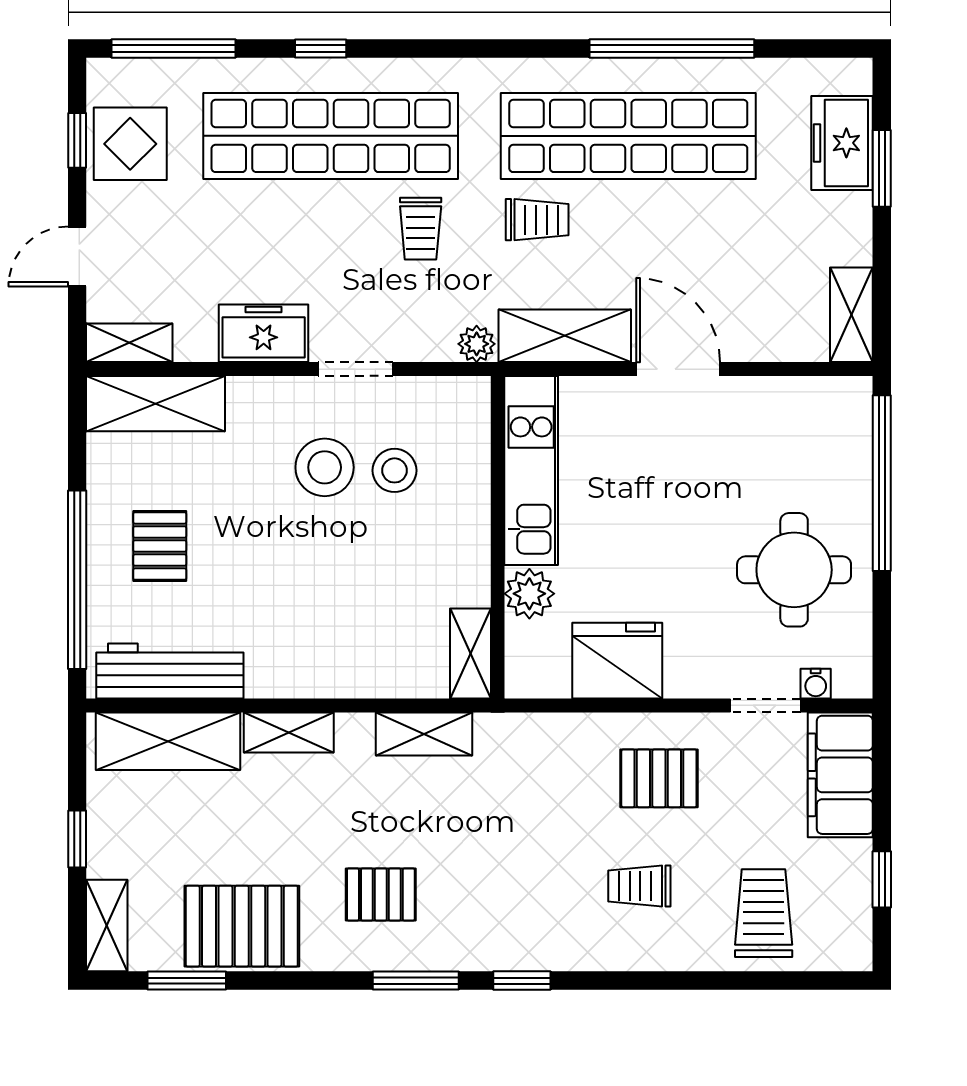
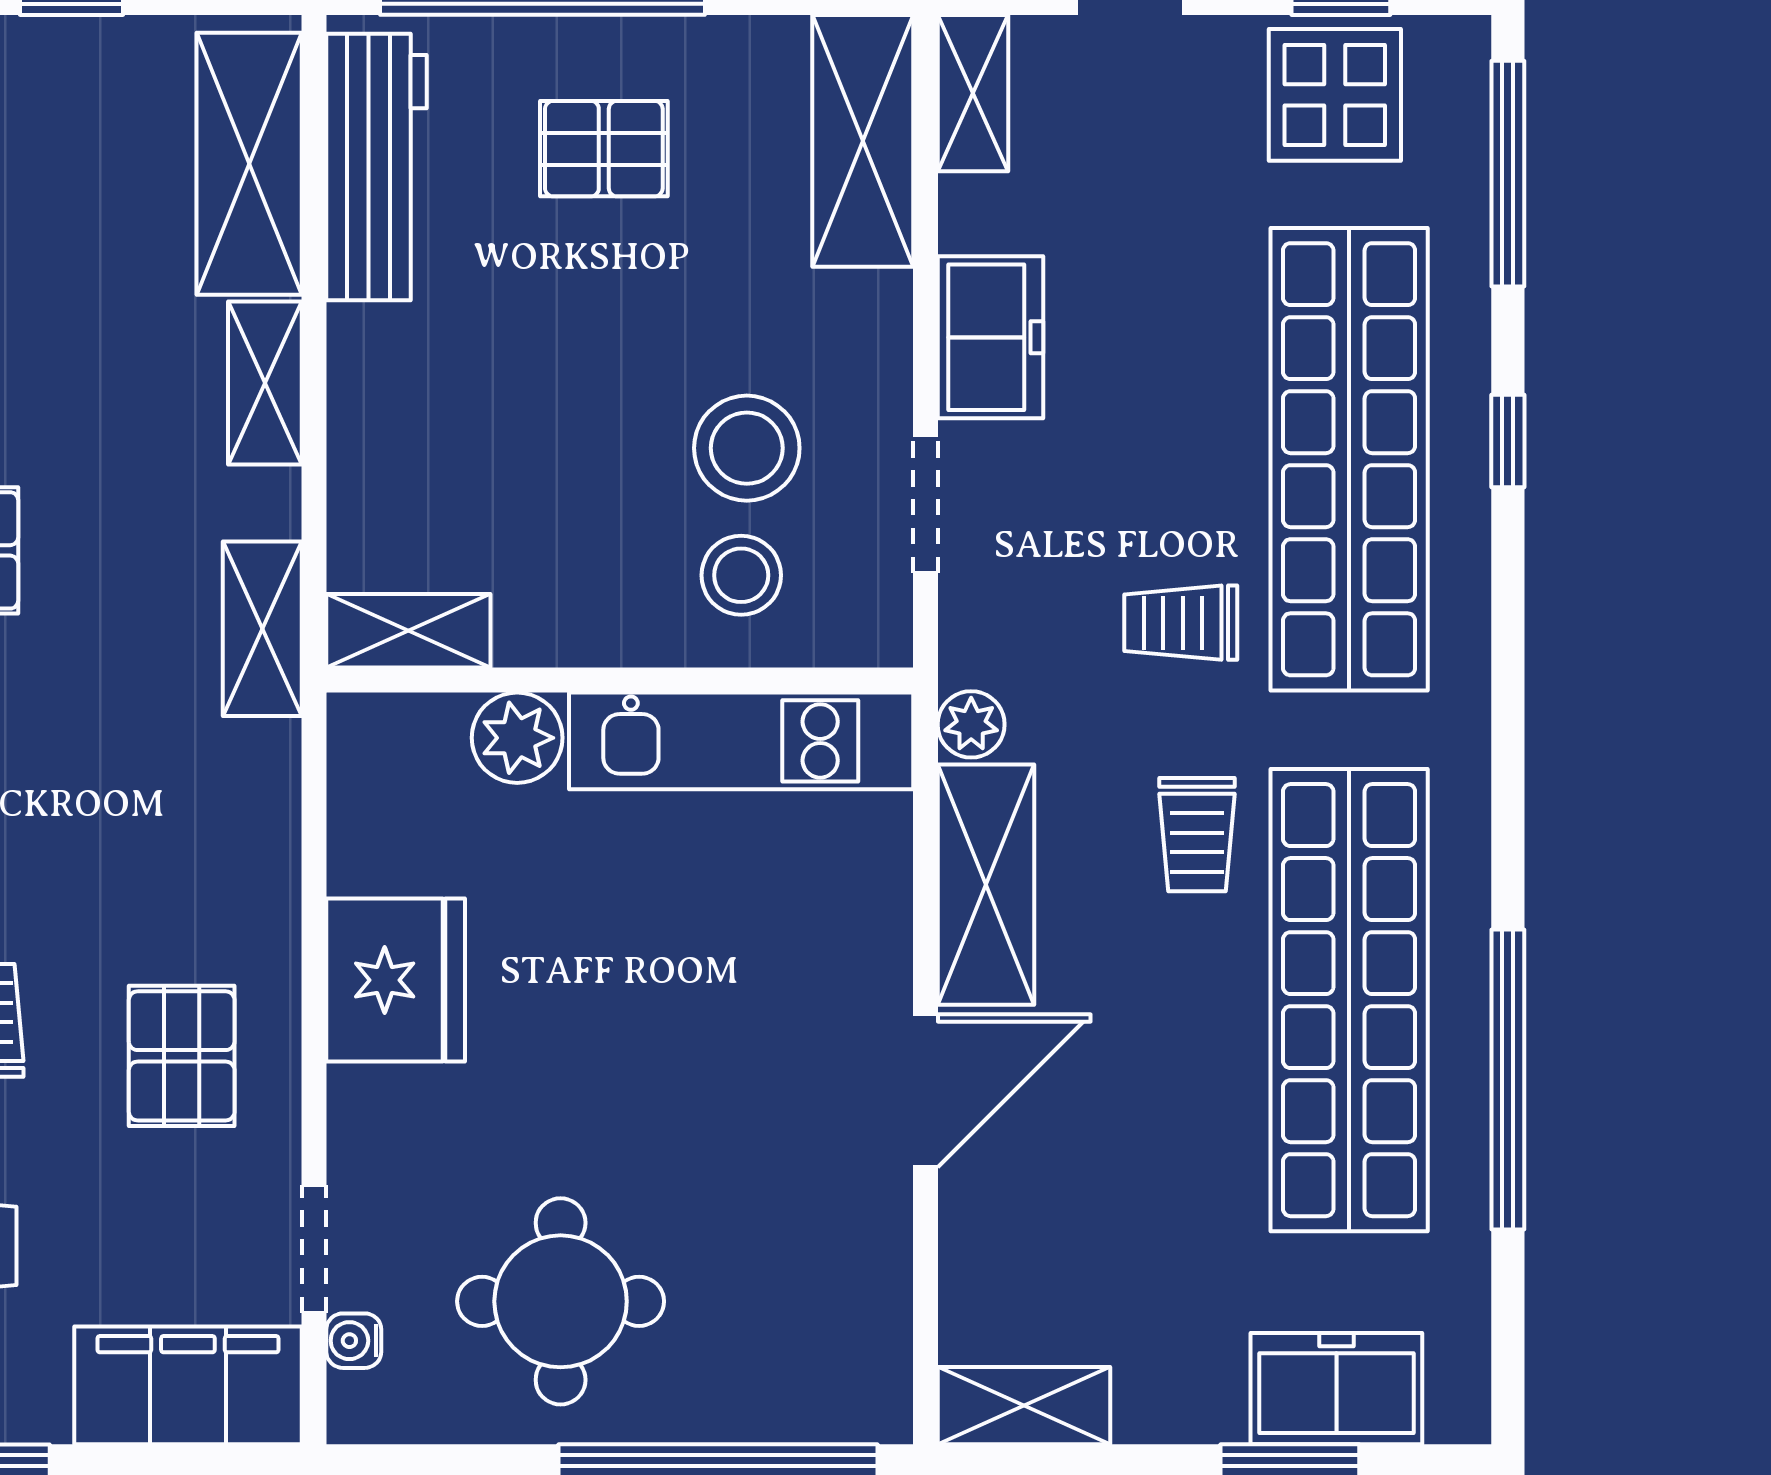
kitchen unit: (531, 471) -> (741, 741), moved
wall: (498, 537) -> (620, 680), moved
plant: (529, 594) -> (517, 738), moved
shelving: (471, 654) -> (408, 631), moved

